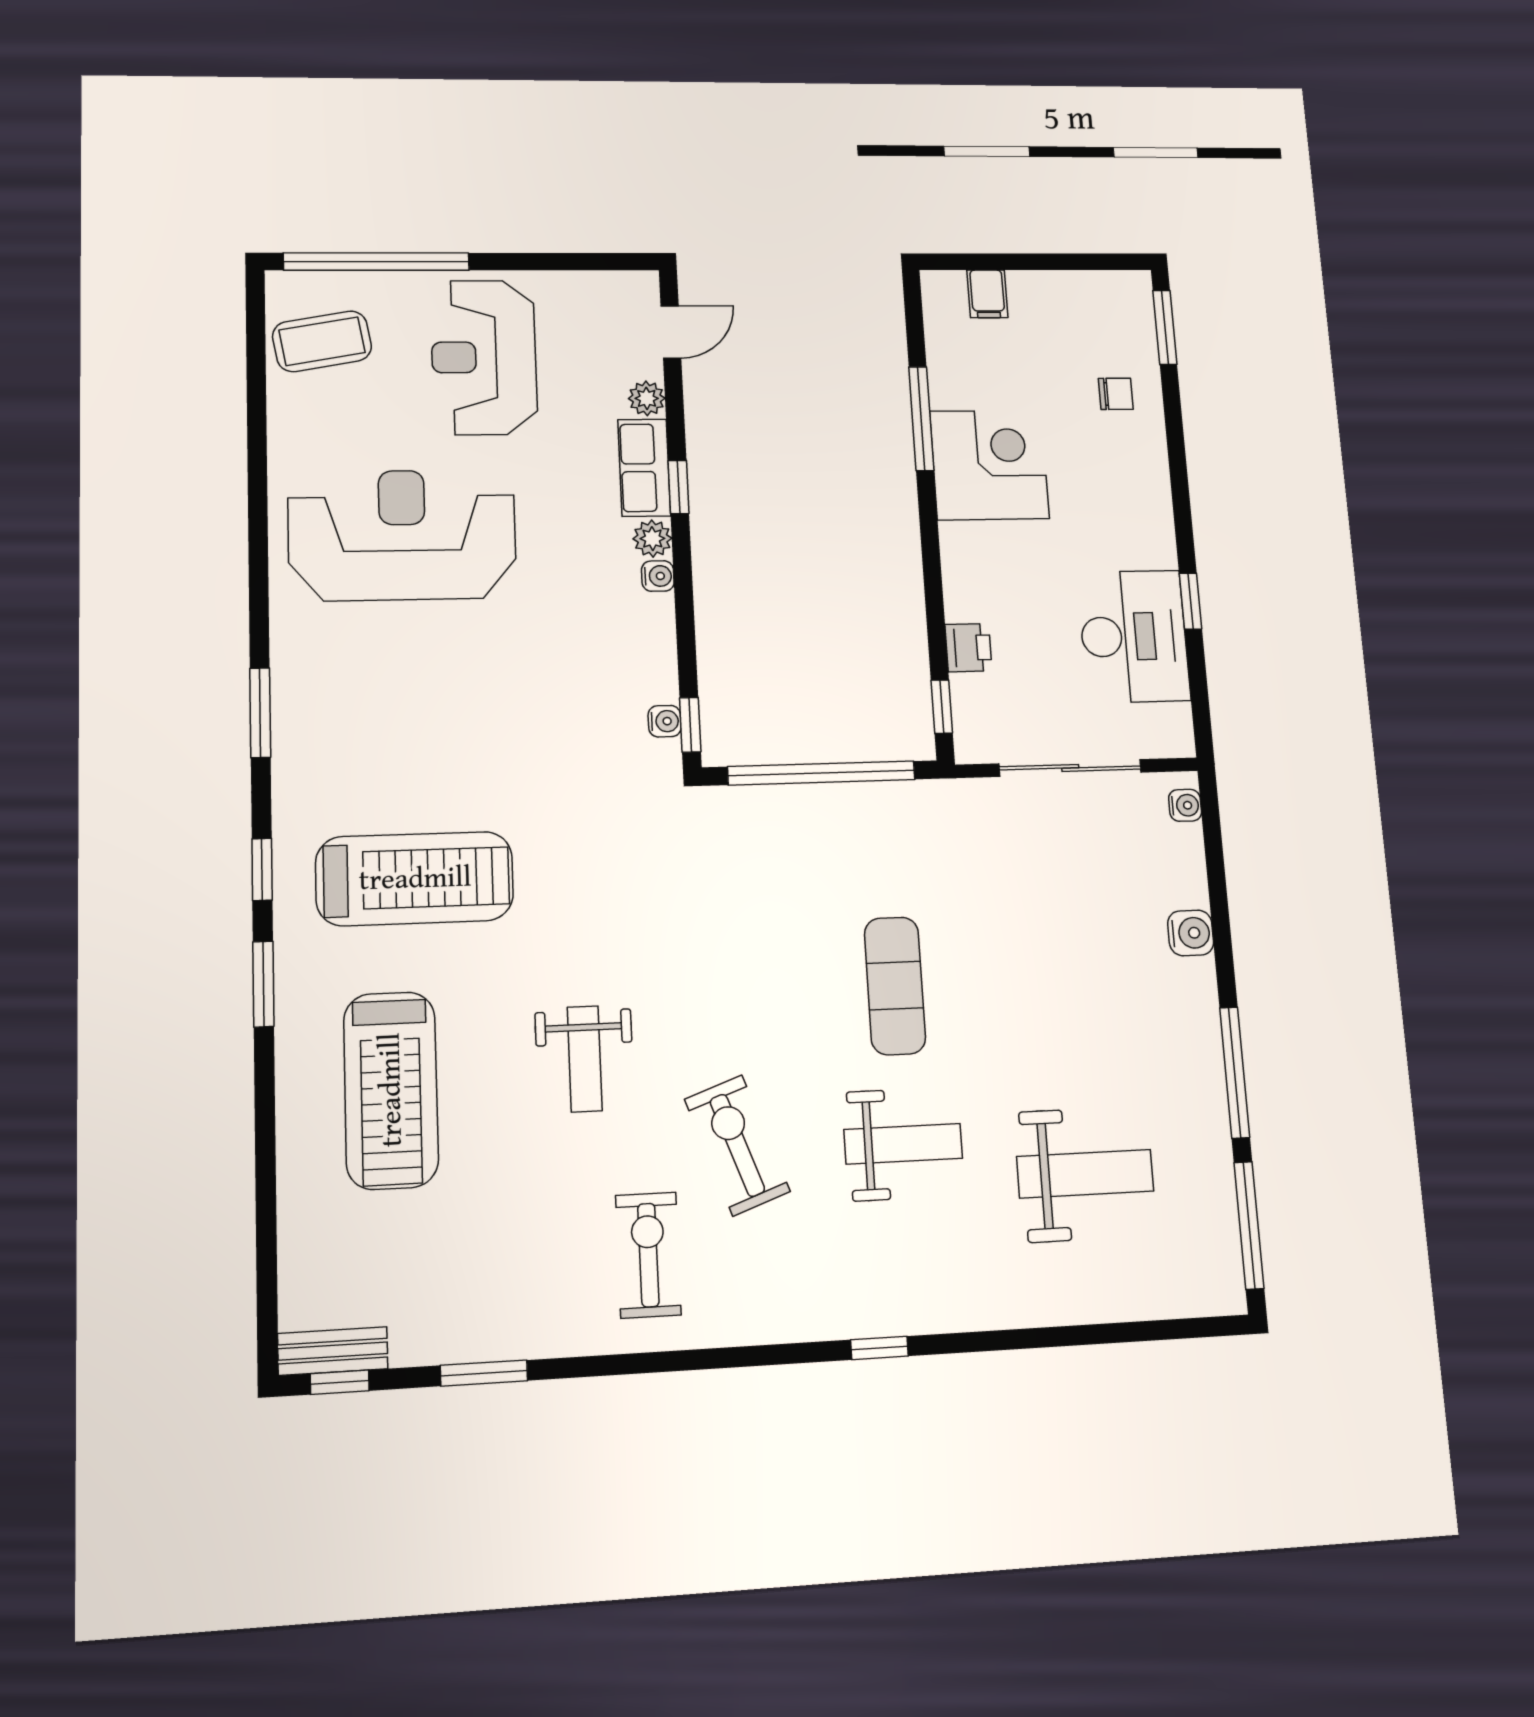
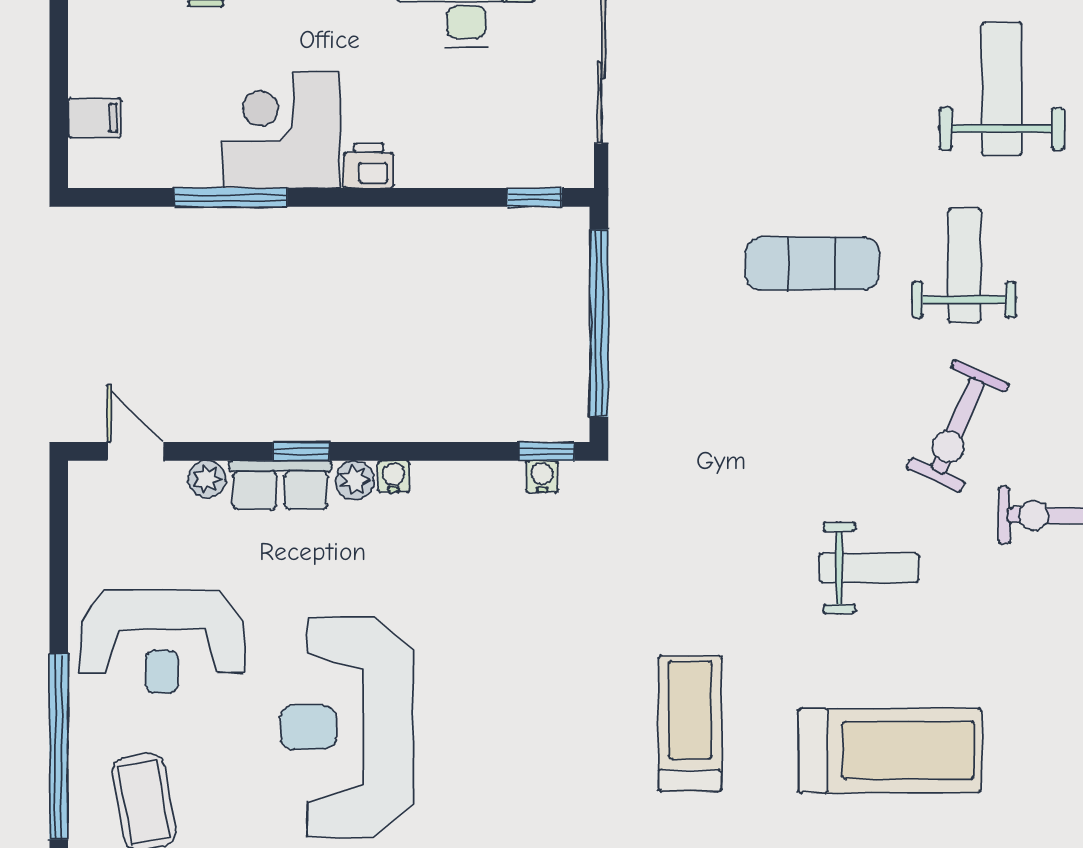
printer: (968, 648) -> (369, 166), moved
treadmill: (415, 879) -> (690, 724), width x0.73, depth x0.73
exercise bike: (737, 1145) -> (958, 426), turned -46

